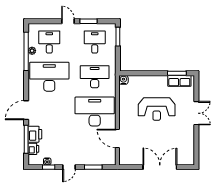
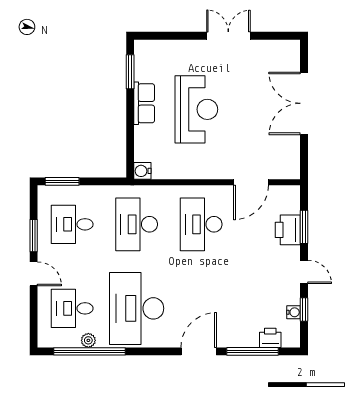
door: (68, 21) -> (34, 274), swing flipped
row of seats: (179, 81) -> (144, 103), moved
door: (26, 110) -> (199, 351), swing flipped
desk: (95, 112) -> (201, 224), width x0.73, depth x0.77
double door: (196, 113) -> (228, 36), moved
printer: (35, 134) -> (288, 230), moved, turned -90

